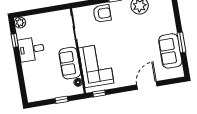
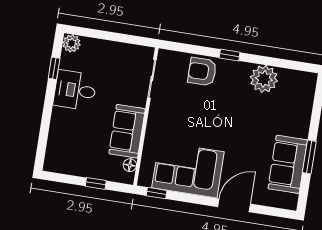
armchair: (102, 13) -> (202, 72), turned 180
corner sofa: (96, 66) -> (188, 170), moved, turned -90

